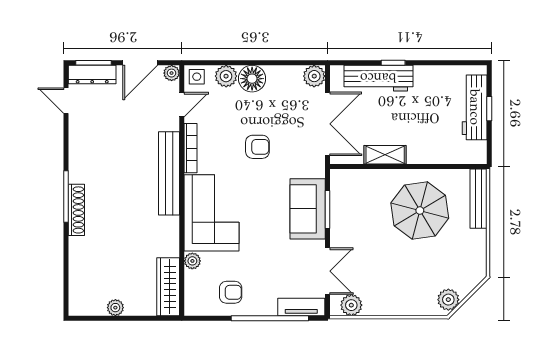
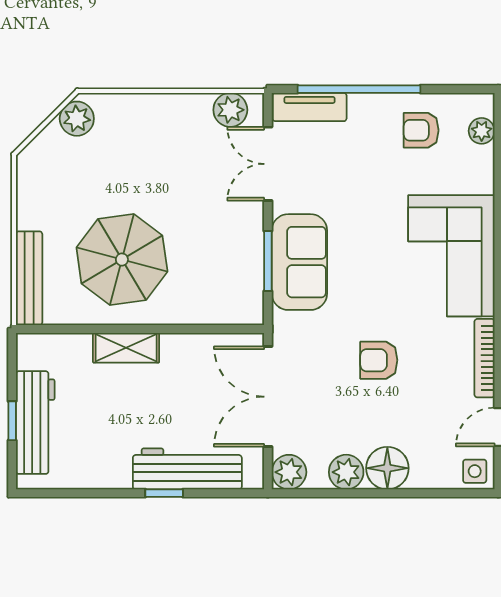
plant: (226, 76) -> (346, 472), moved
shelving: (385, 155) -> (126, 348), moved
plant: (192, 261) -> (482, 131), moved

